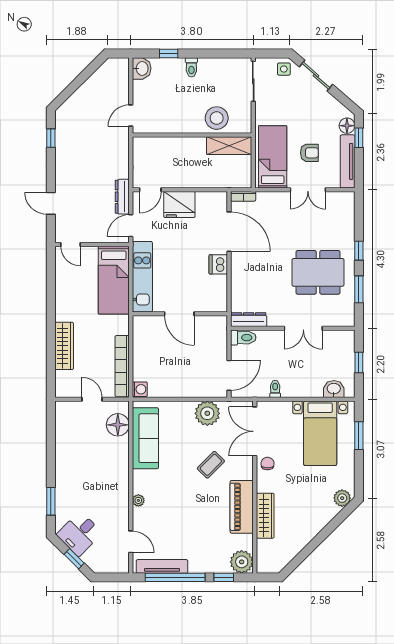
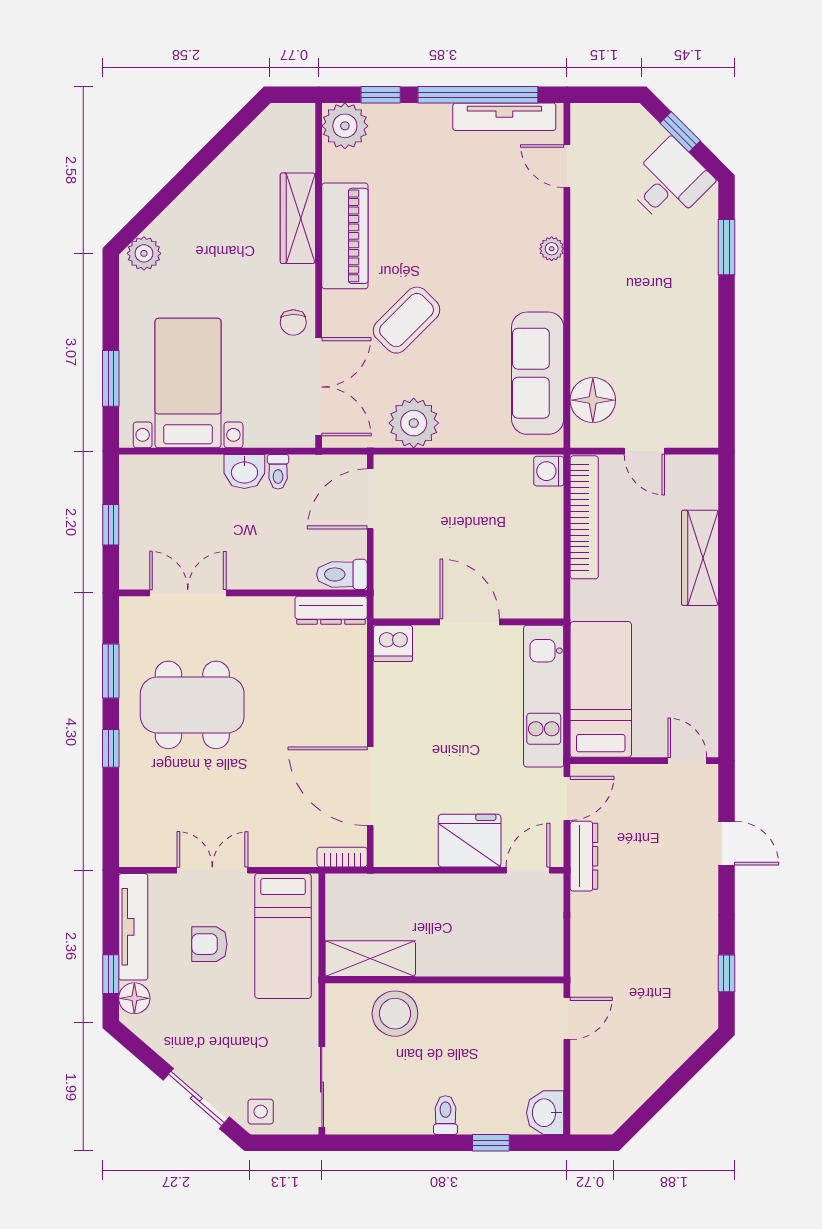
dishwasher: (218, 264) -> (393, 643), moved, turned 90
double door: (303, 328) -> (188, 593), moved
washbasin: (334, 389) -> (244, 471), moved
coffee table: (211, 465) -> (407, 320), width x1.36, depth x1.30

